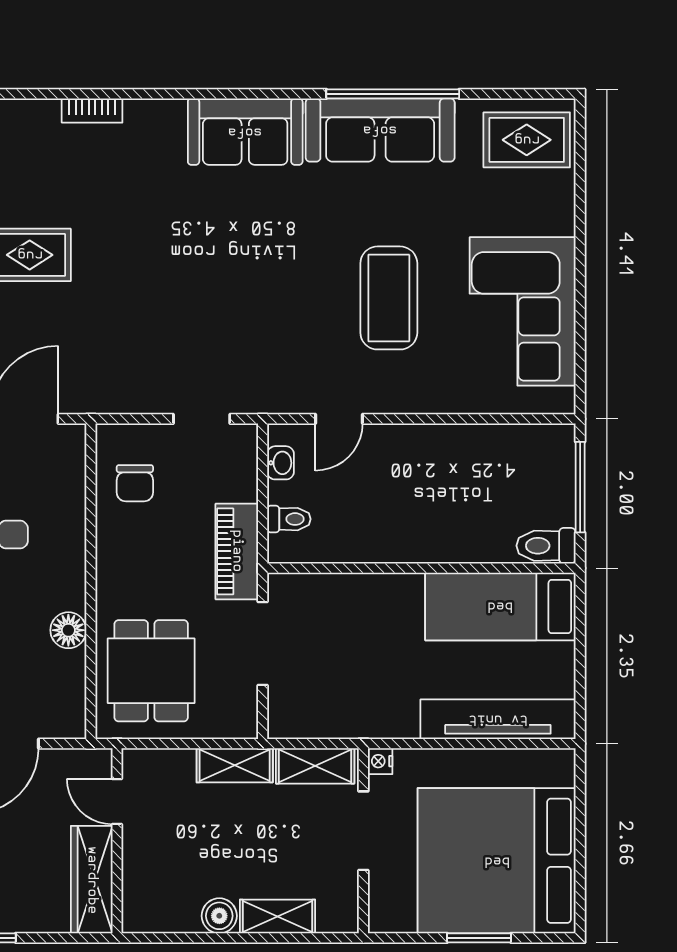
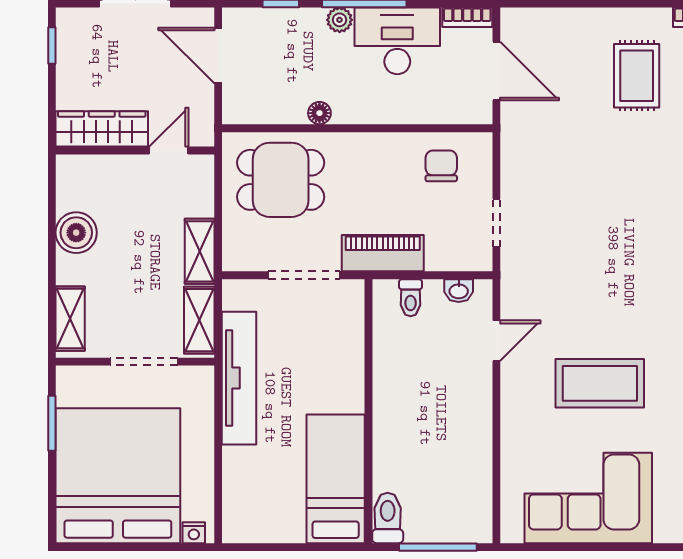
door: (339, 419) -> (496, 341), swing flipped
chair: (135, 483) -> (441, 166), turned 90
floor lamp: (68, 630) -> (319, 113), width x0.73, depth x0.73
tv unit: (498, 719) -> (239, 378), moved
nightstand: (380, 761) -> (194, 533), moved, turned 180
boiler: (219, 916) -> (76, 233), width x1.36, depth x1.36
shelving: (277, 916) -> (70, 319), moved
window: (479, 938) -> (52, 423), moved

